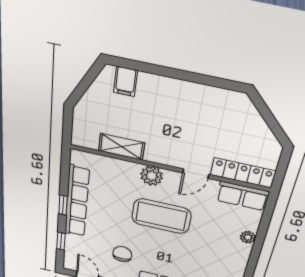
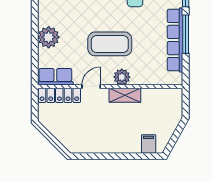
shelving: (122, 147) -> (125, 95), moved
window: (63, 205) -> (186, 34), width x2.17
plant: (248, 237) -> (49, 37), width x1.88, depth x1.88

